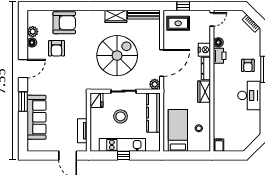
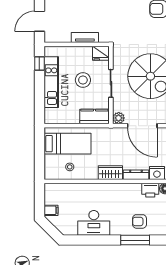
desk: (249, 95) -> (94, 223), moved
kitchen counter: (153, 113) -> (94, 117), width x0.67
tv unit: (82, 131) -> (85, 37), moved
filing cabinet: (219, 145) -> (51, 210), moved
window: (124, 156) -> (39, 64), moved

